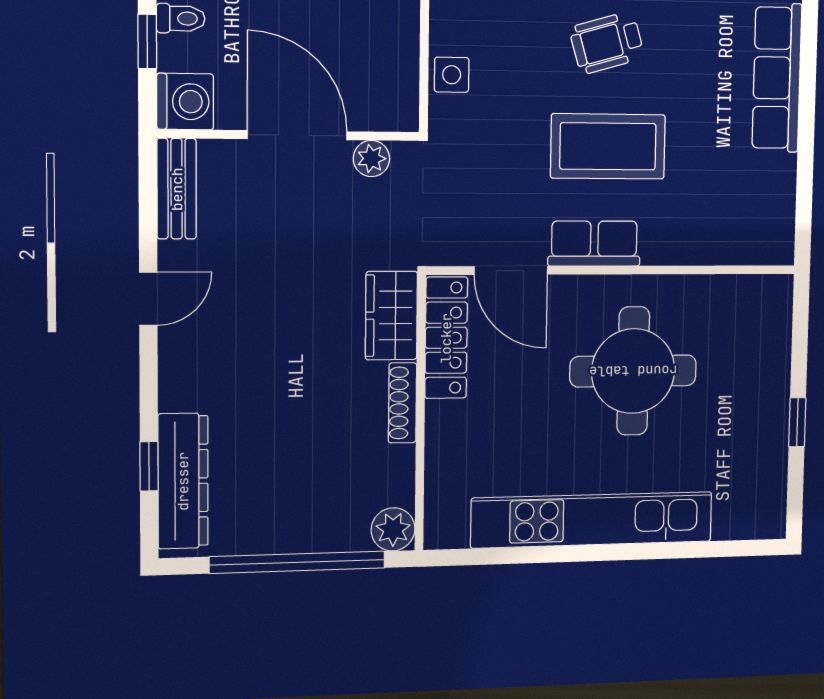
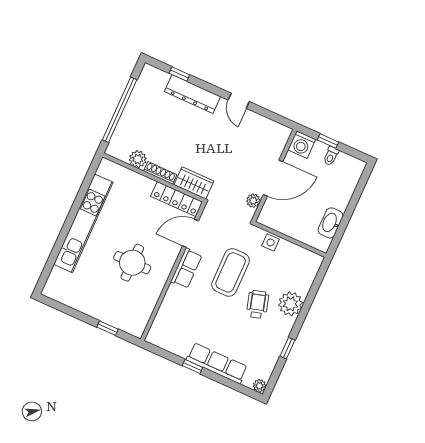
window: (806, 131) -> (192, 367), added
coffee table: (608, 146) -> (231, 272), moved
bench: (177, 189) -> (273, 128), removed
round table: (633, 371) -> (132, 263), width x0.73, depth x0.73
window: (797, 422) -> (107, 328), moved
dresser: (183, 481) -> (192, 94), moved
plant: (393, 529) -> (138, 159), moved

